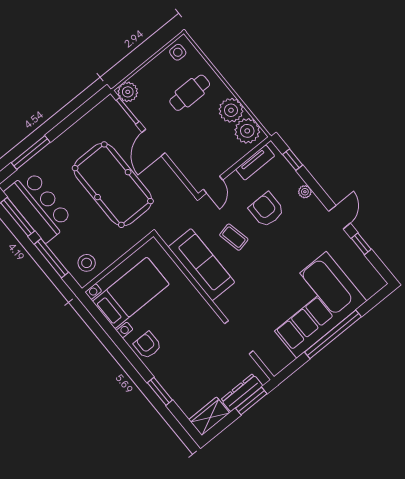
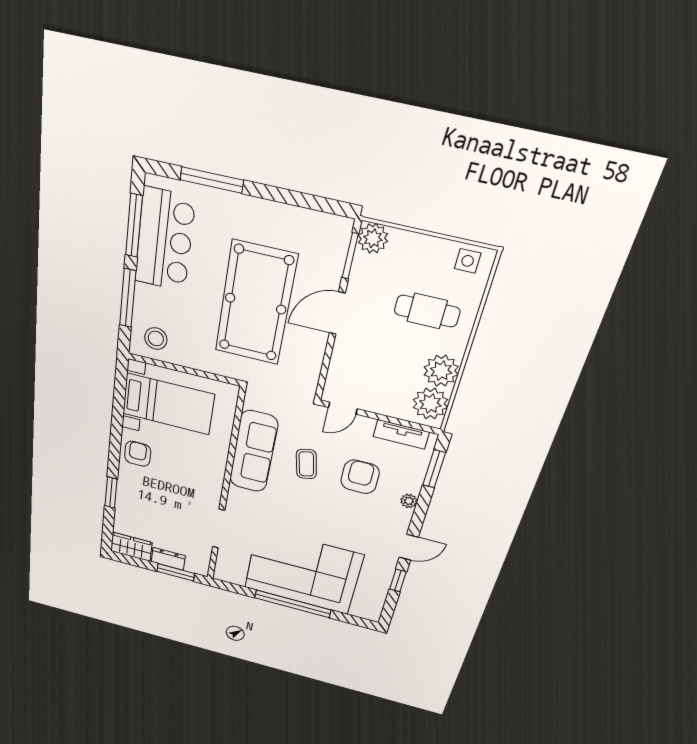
window: (293, 160) -> (434, 469), width x1.50
dresser: (242, 393) -> (168, 559), width x0.70

